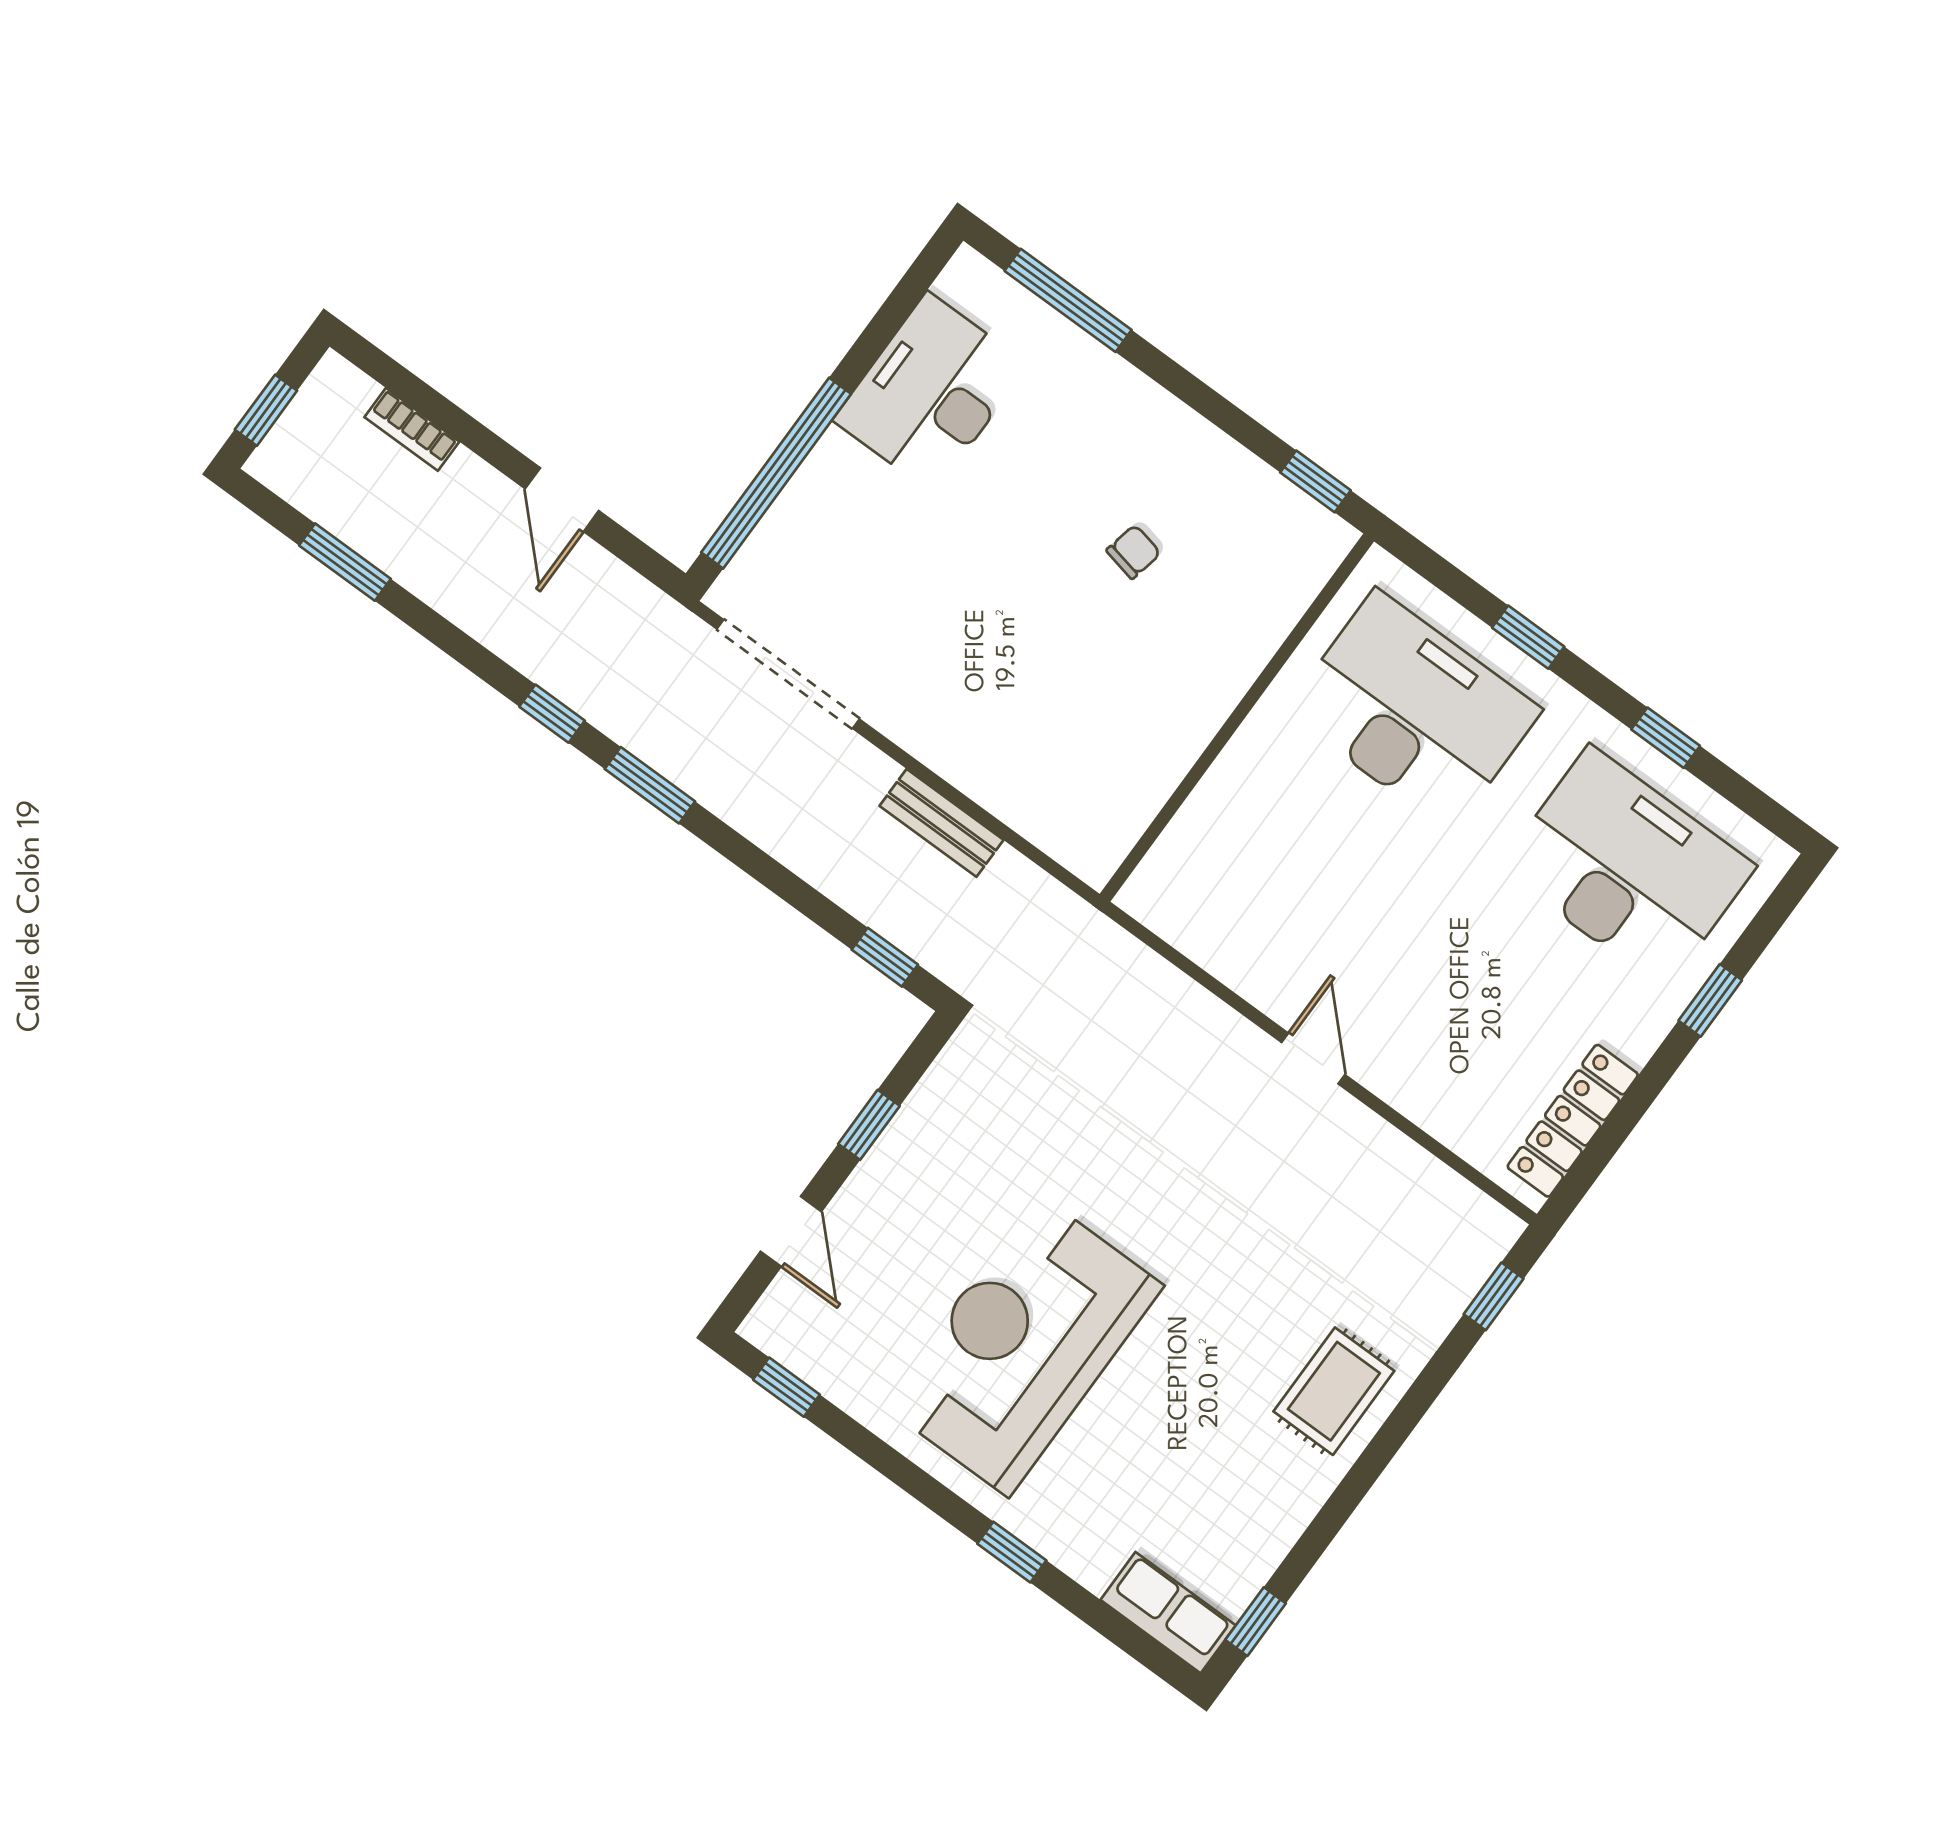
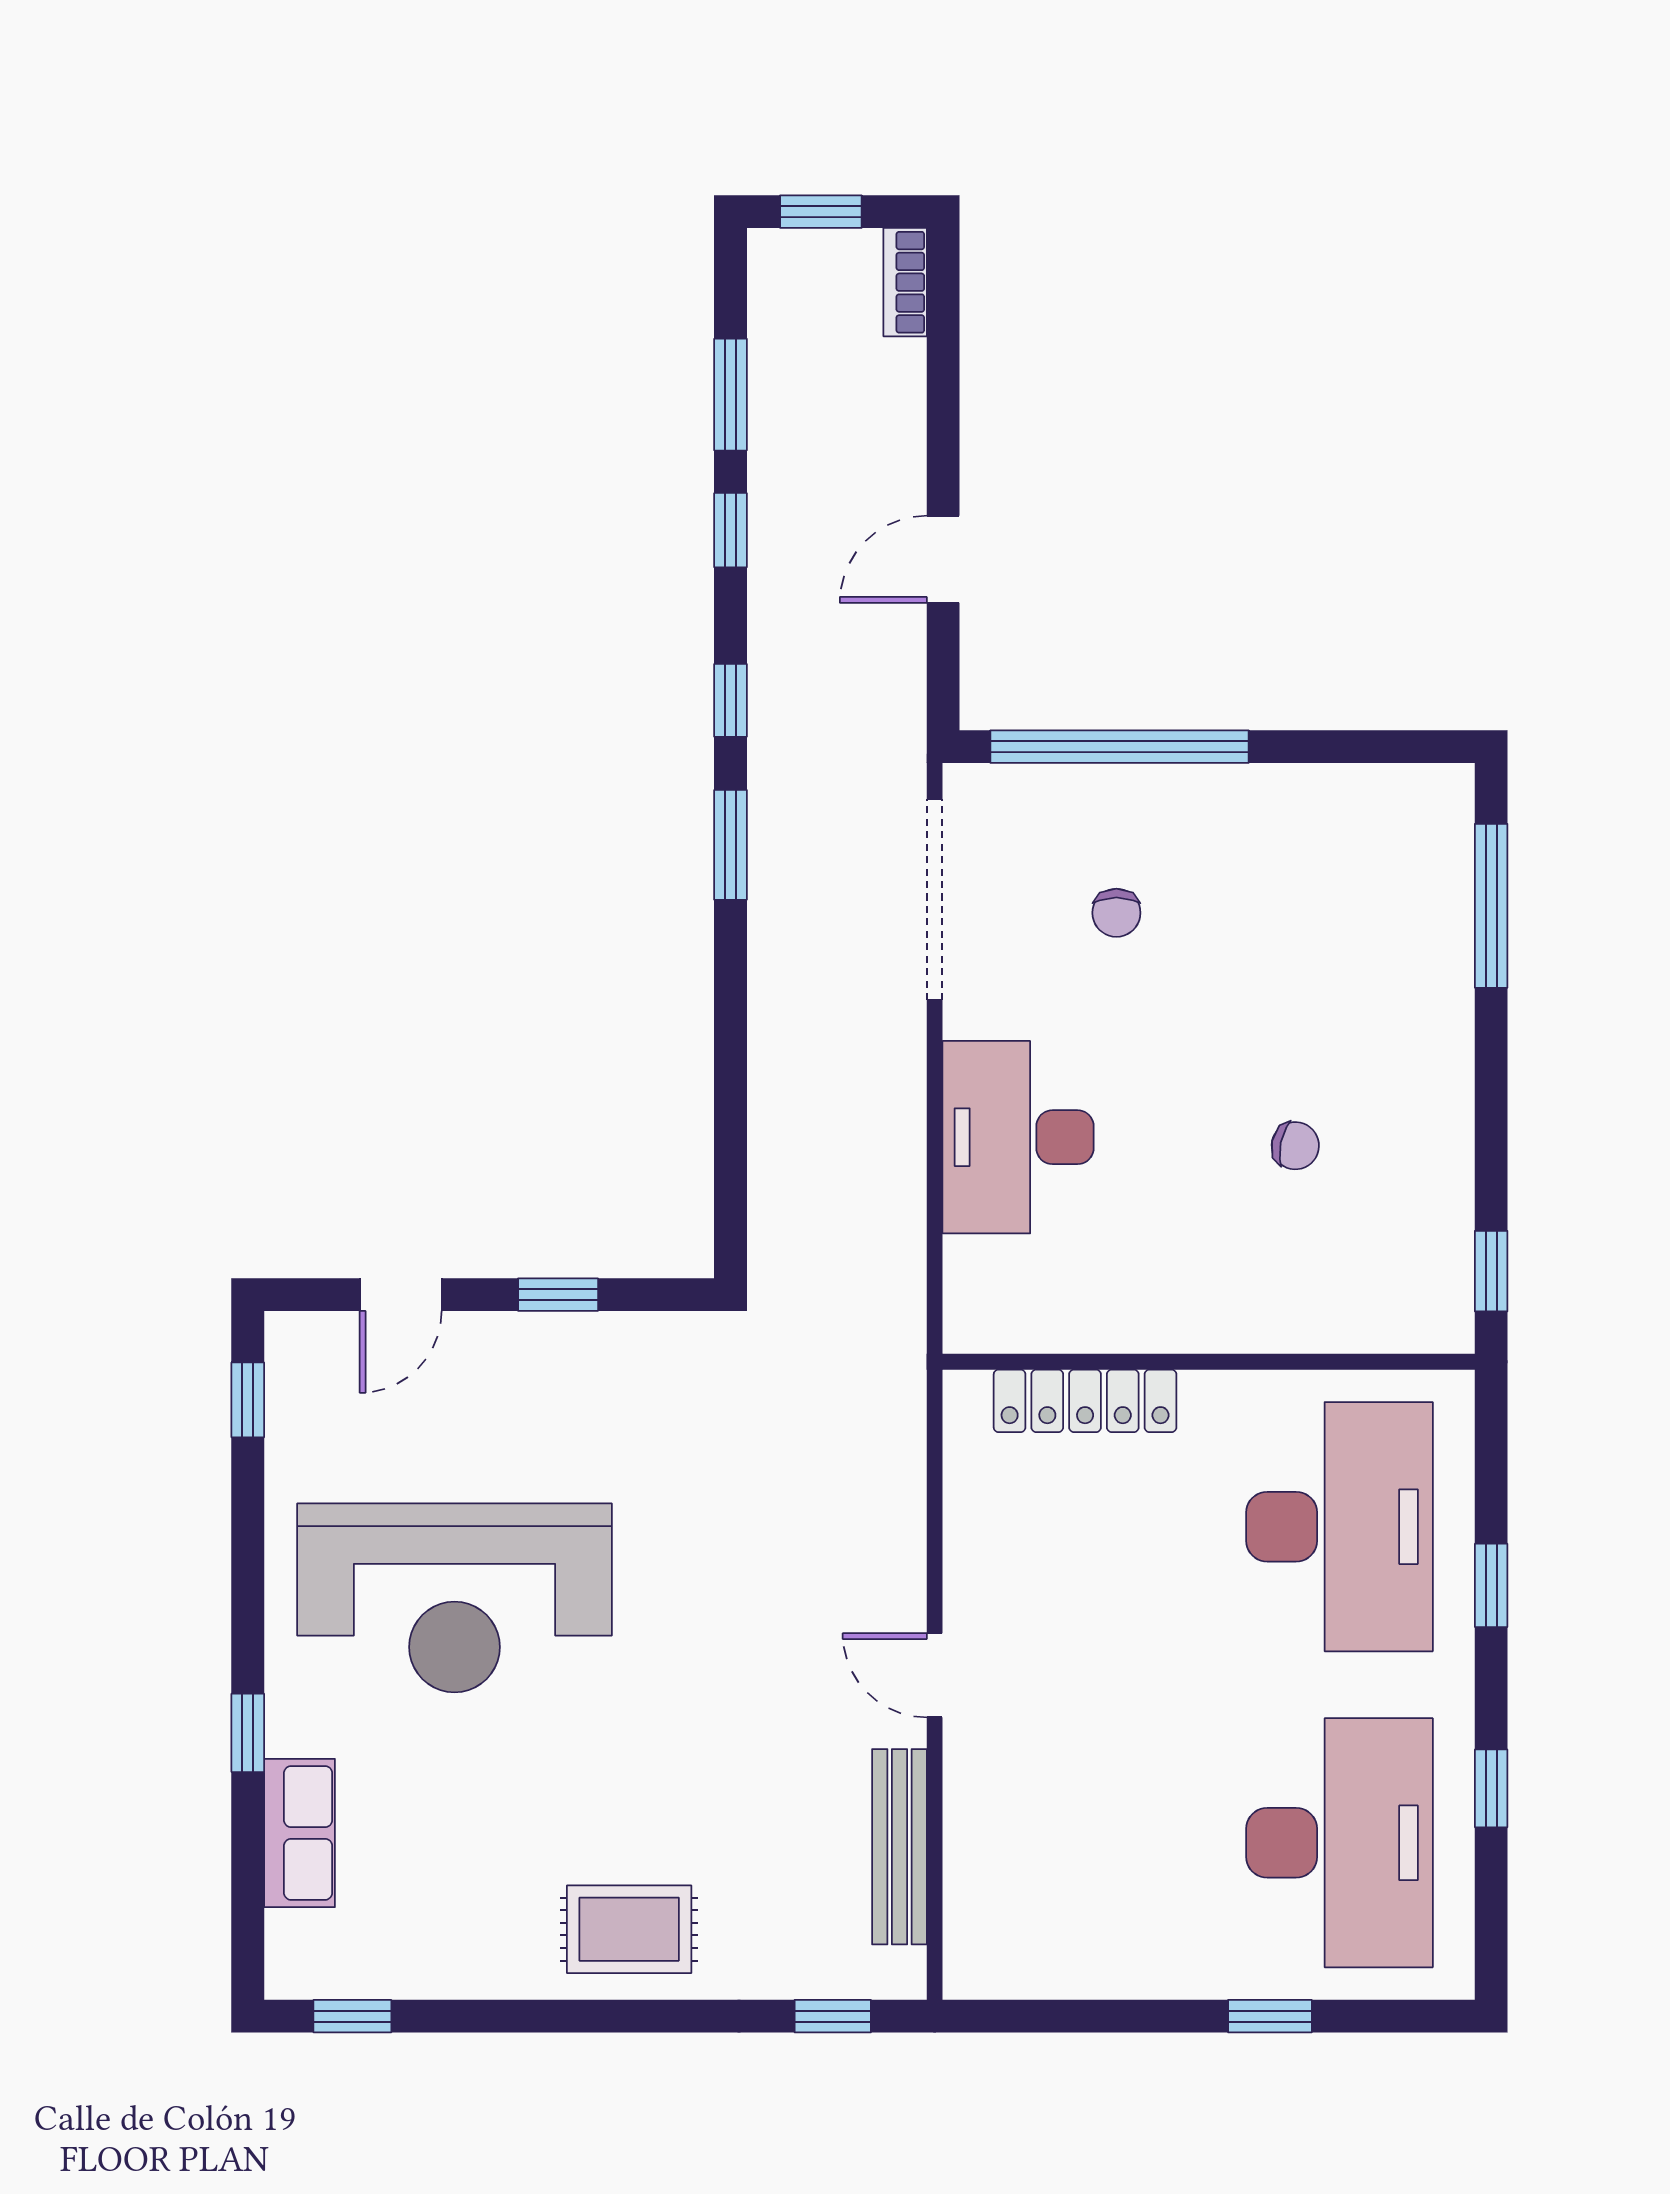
desk: (931, 393) -> (1018, 1137), moved, turned -90
bookcase: (412, 429) -> (905, 282), moved
chair: (887, 558) -> (1116, 913), added
bench: (941, 823) -> (899, 1847), moved, width x1.36
window: (885, 957) -> (730, 530), moved
door: (1313, 1058) -> (935, 1675), swing flipped
locker: (1573, 1121) -> (1085, 1401), moved, turned 180
reception desk: (1023, 1345) -> (454, 1598), turned 180
row of seats: (1168, 1613) -> (300, 1833), moved

